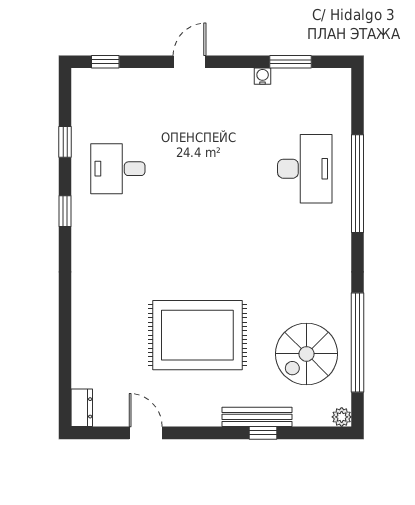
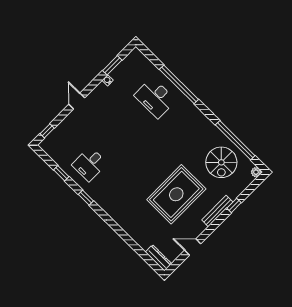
desk: (305, 169) -> (155, 98), turned 180
dresser: (82, 408) -> (158, 258), width x1.44
bench: (257, 417) -> (217, 211), moved

